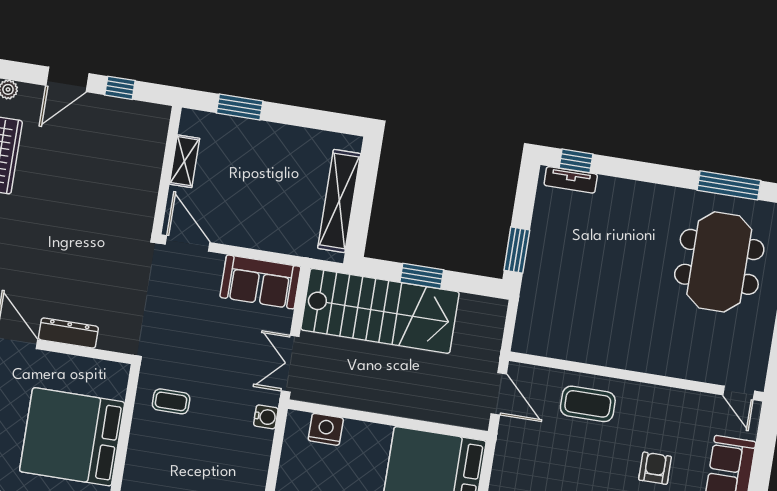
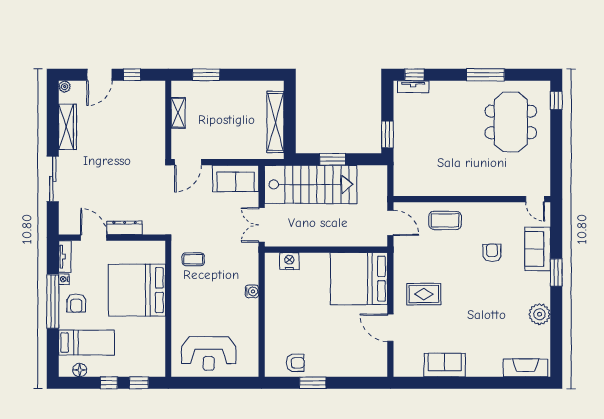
window: (729, 185) -> (485, 75), moved
door: (188, 243) -> (188, 162), swing flipped
water cooler: (266, 417) -> (252, 291), moved

